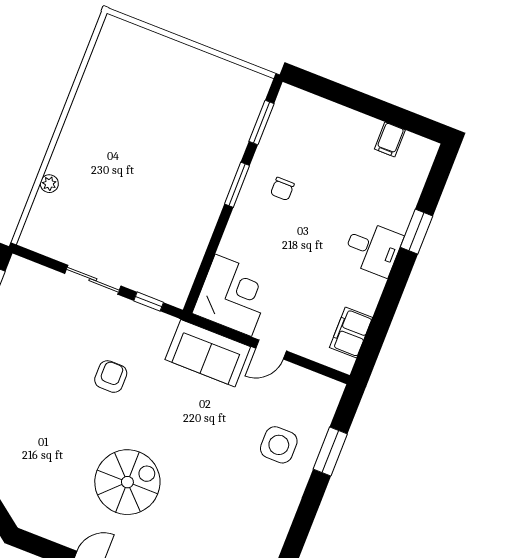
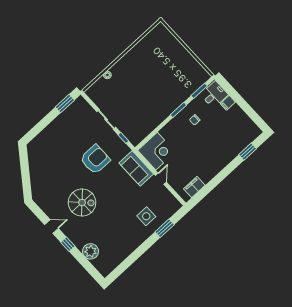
filing cabinet: (390, 140) -> (228, 103), moved
window: (416, 232) -> (248, 152), moved
desk: (373, 248) -> (214, 95), moved, turned -90
door: (271, 350) -> (161, 179), swing flipped
armchair: (111, 377) -> (95, 159), width x1.88, depth x1.88

